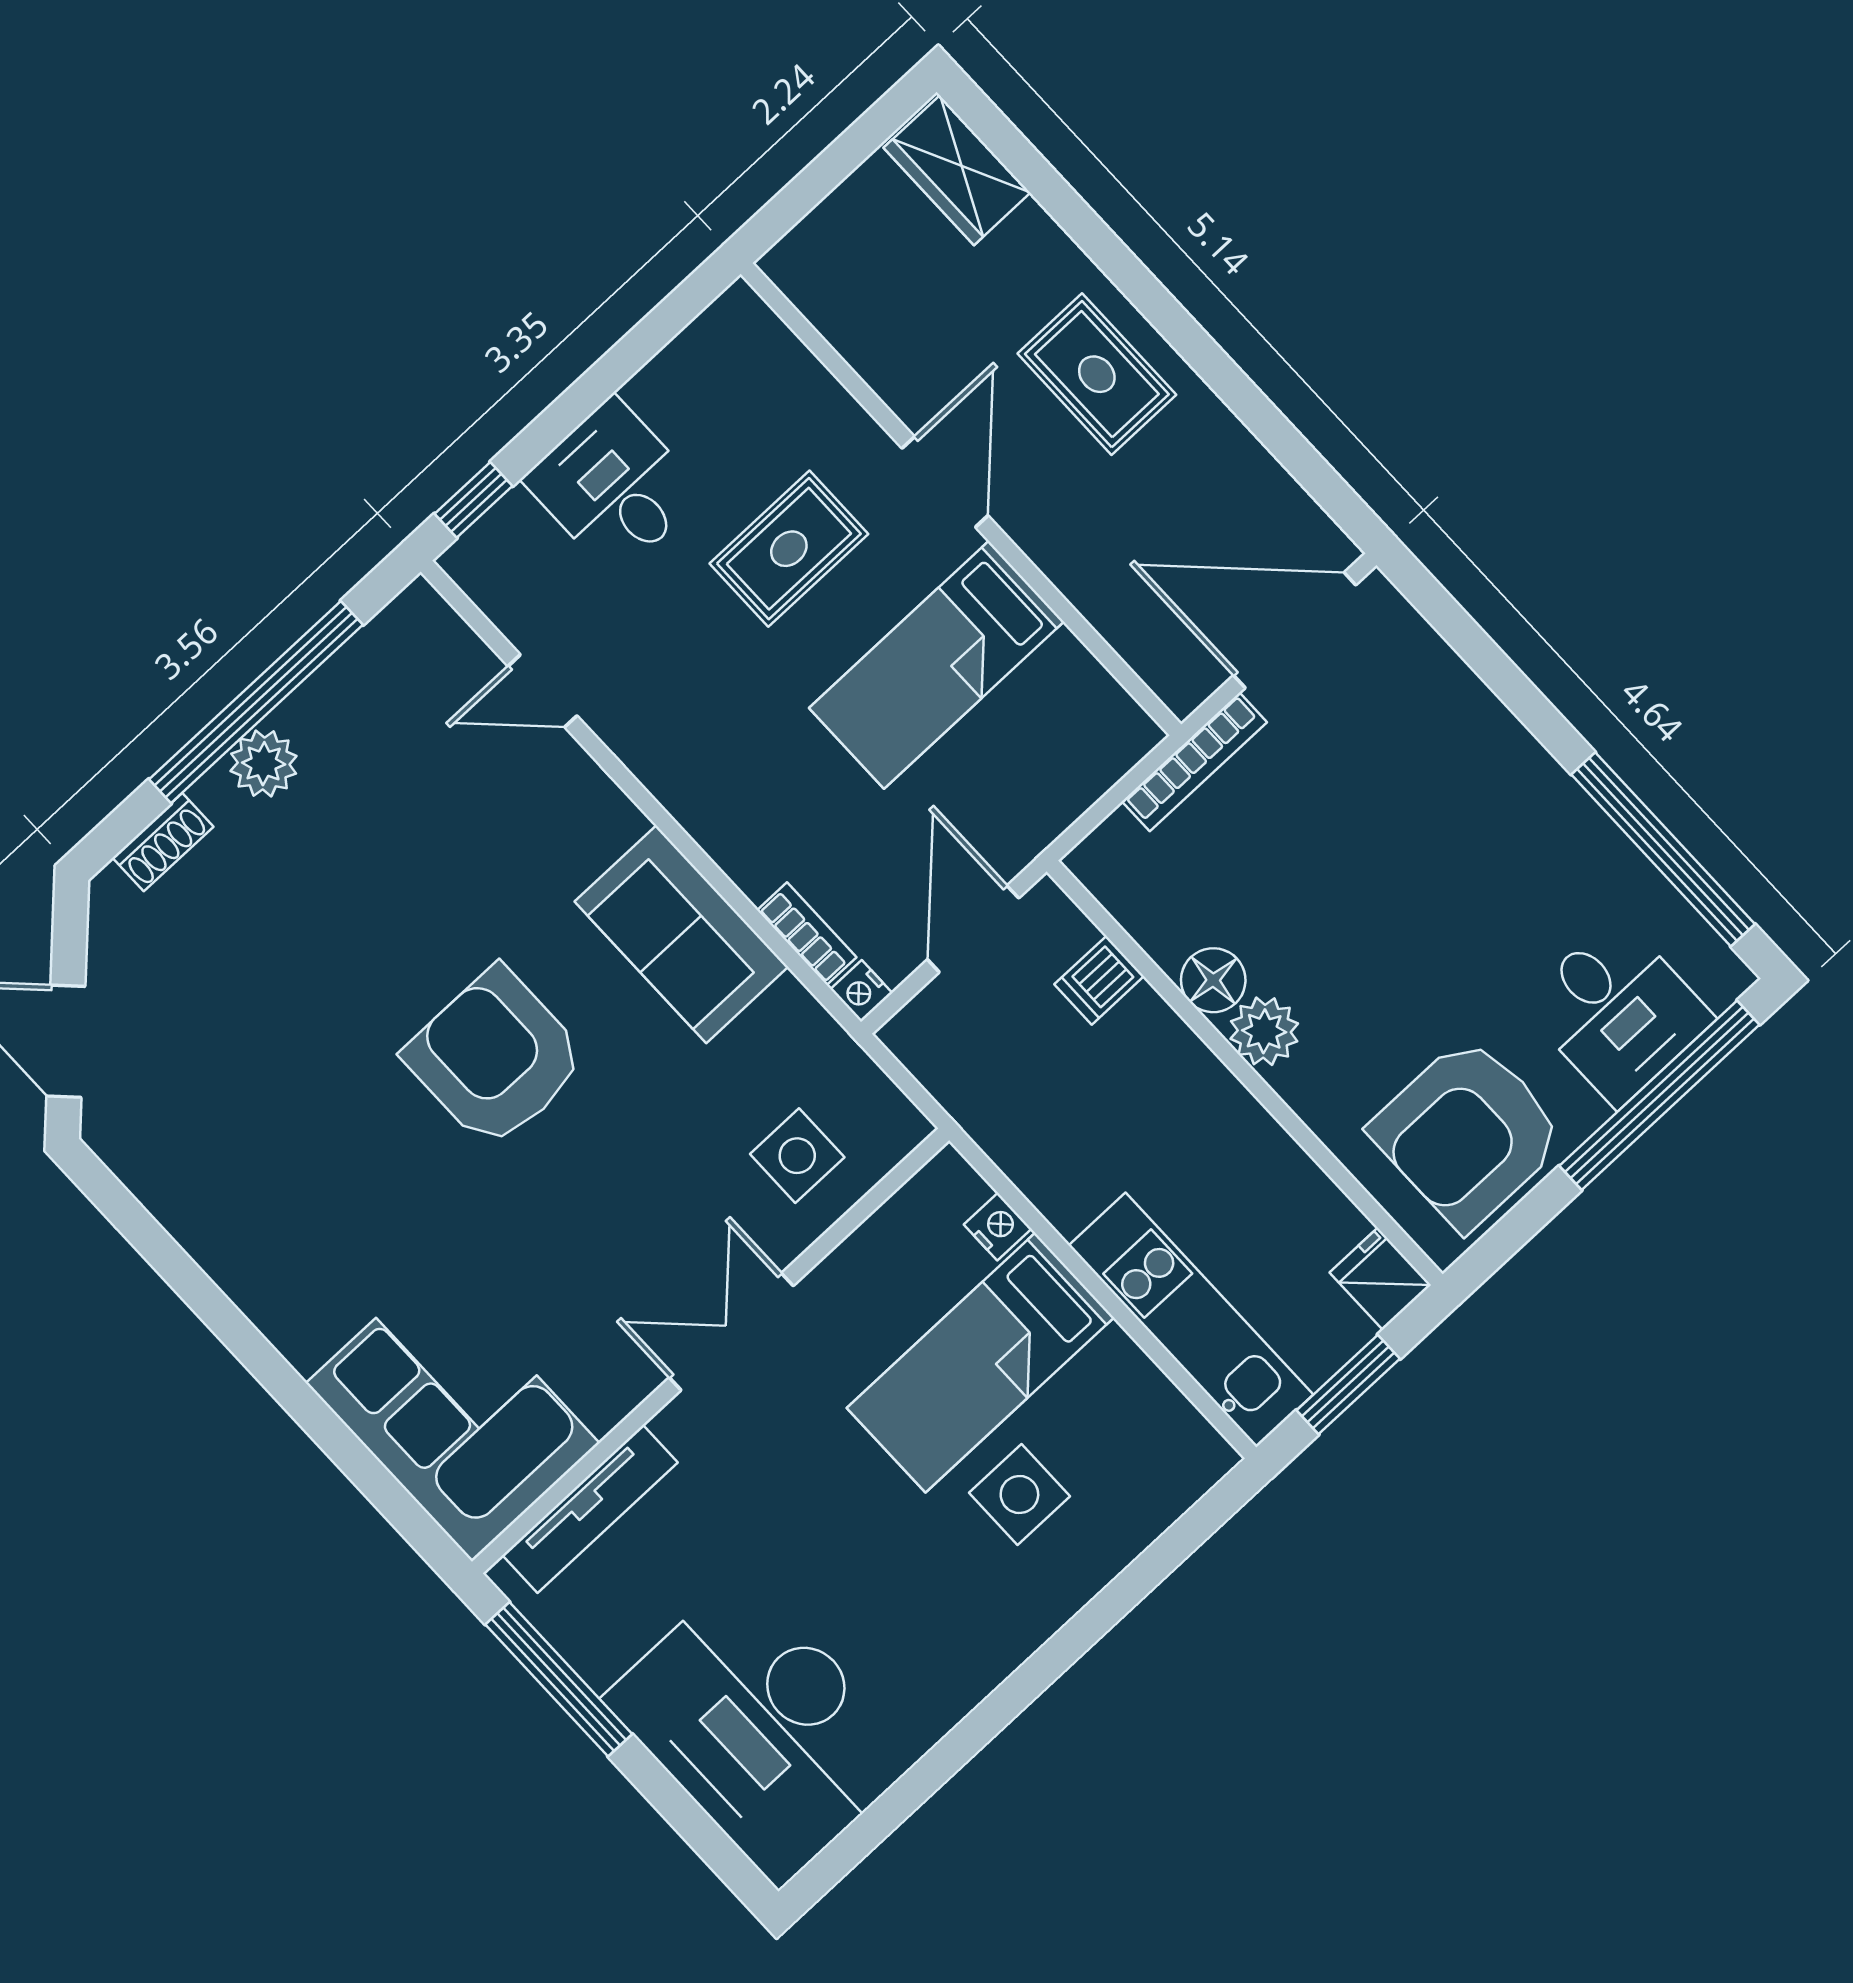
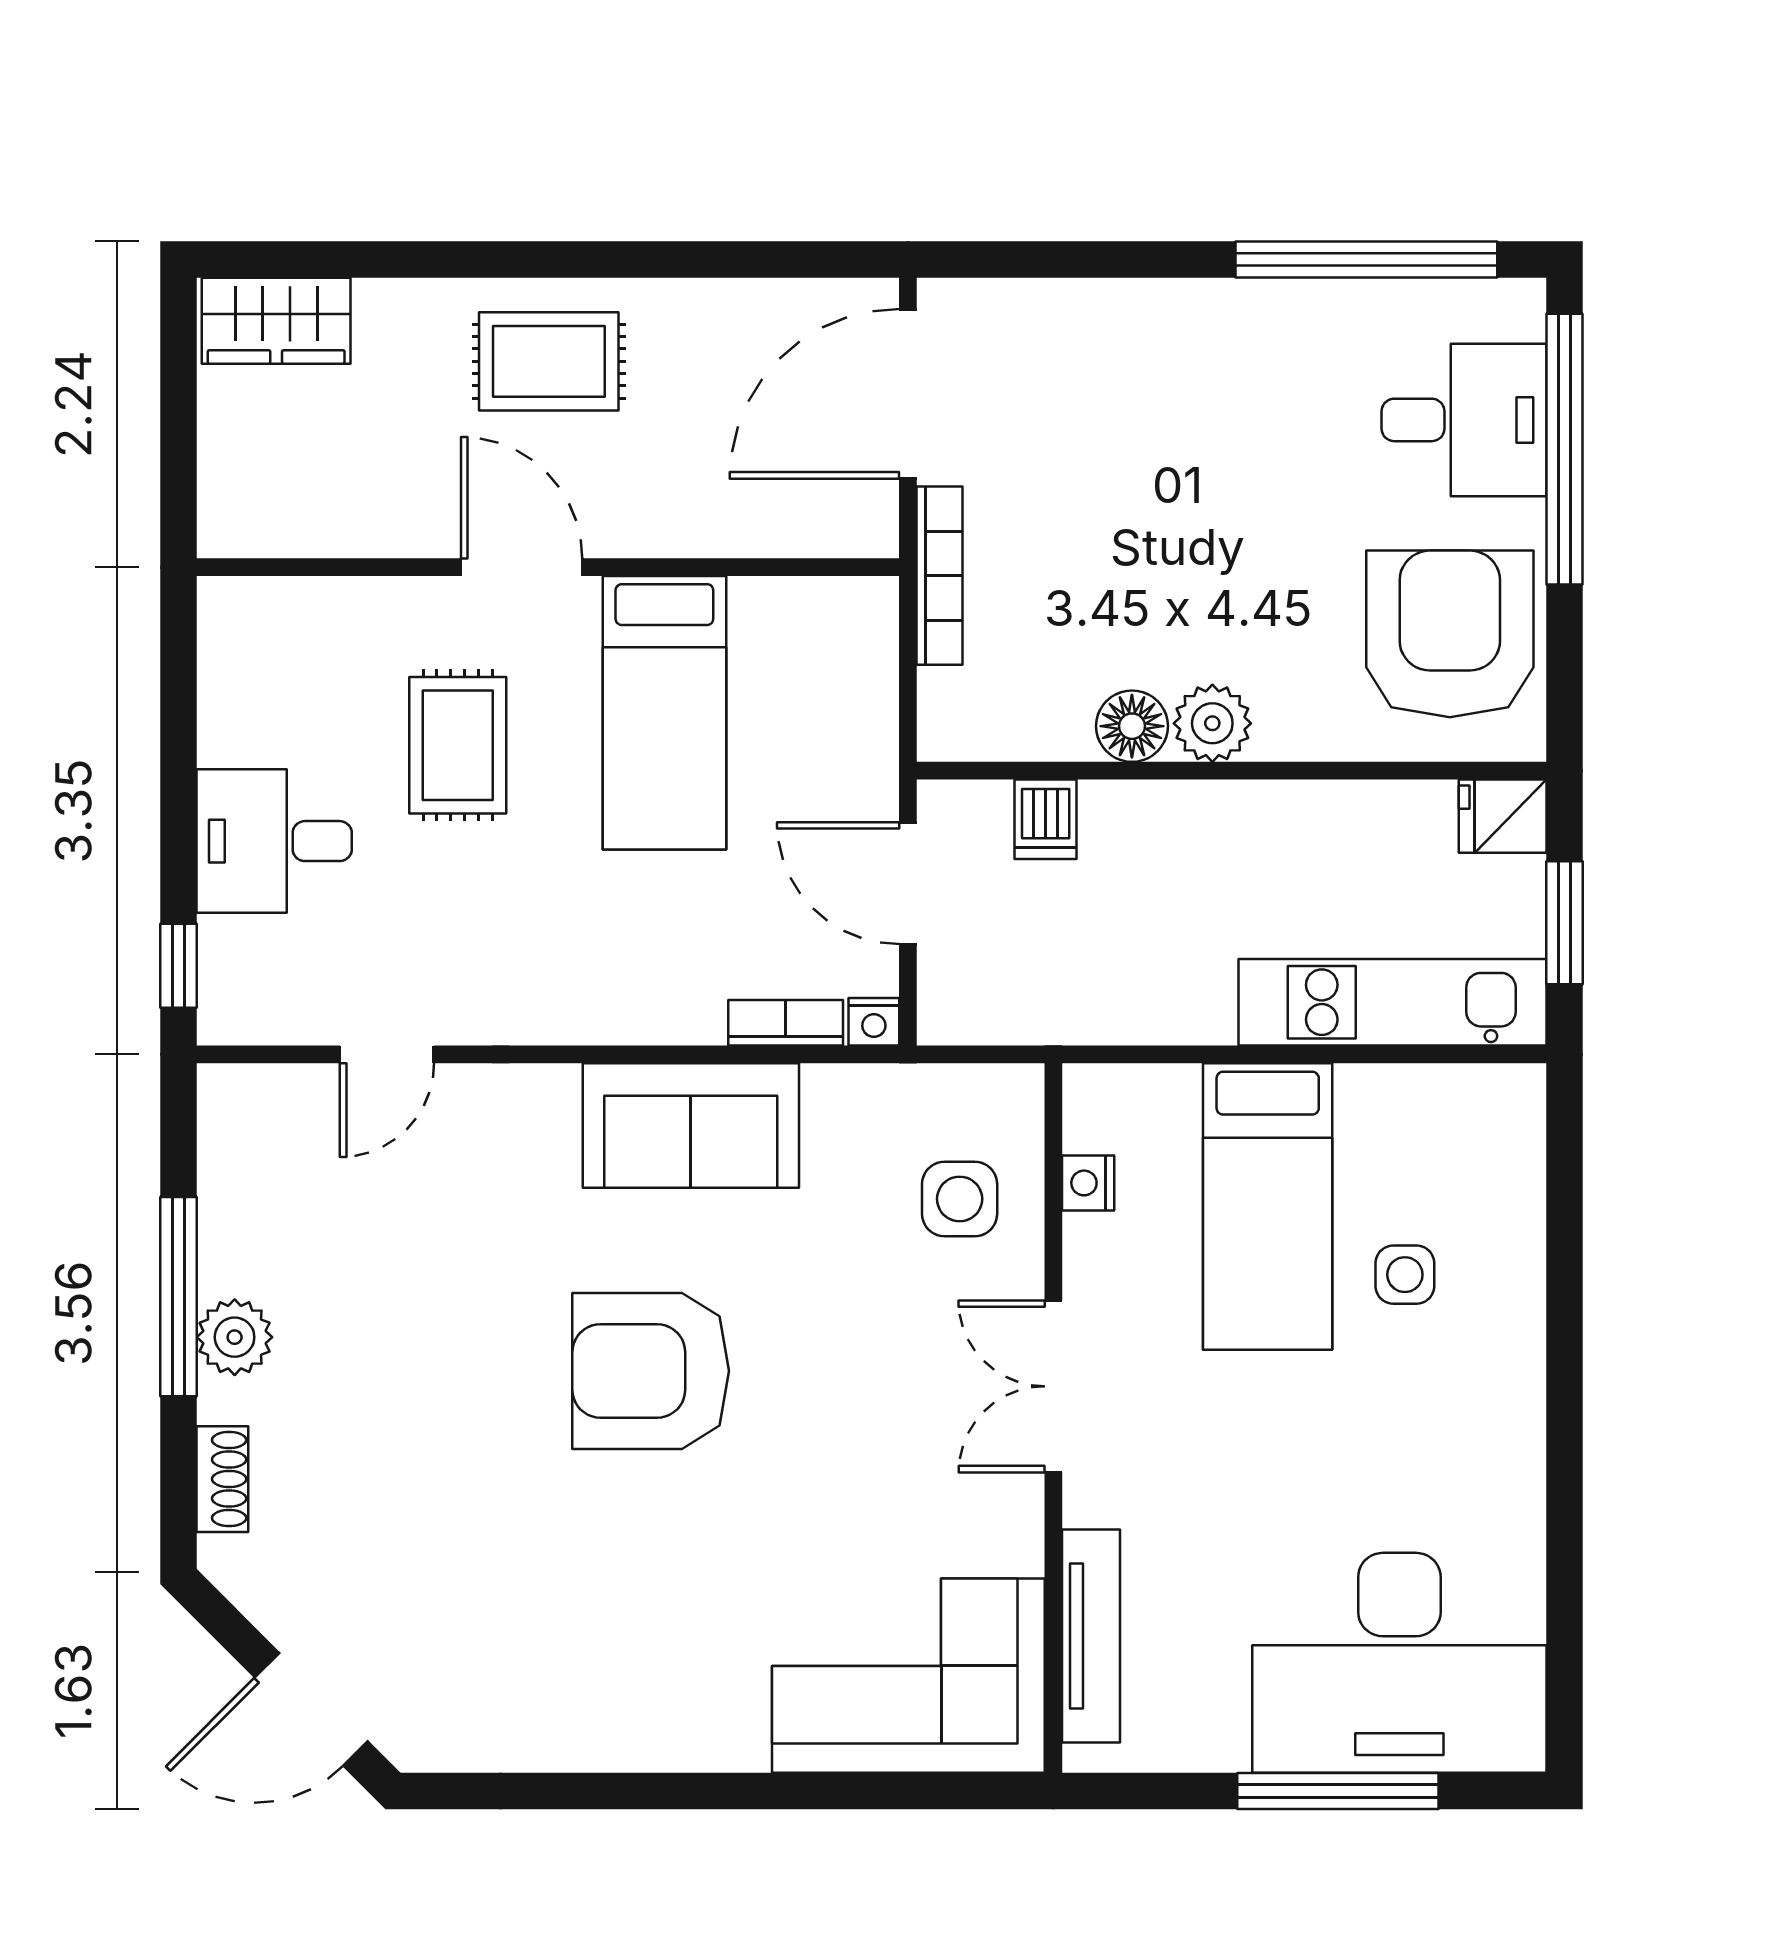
window: (256, 702) -> (179, 1297), width x0.68
armchair: (1468, 1133) -> (1450, 634), turned 180
nightstand: (998, 1227) -> (1088, 1183), moved, turned -90
side table: (1019, 1494) -> (1405, 1275), width x0.73, depth x0.73
window: (559, 1679) -> (1338, 1791), moved

